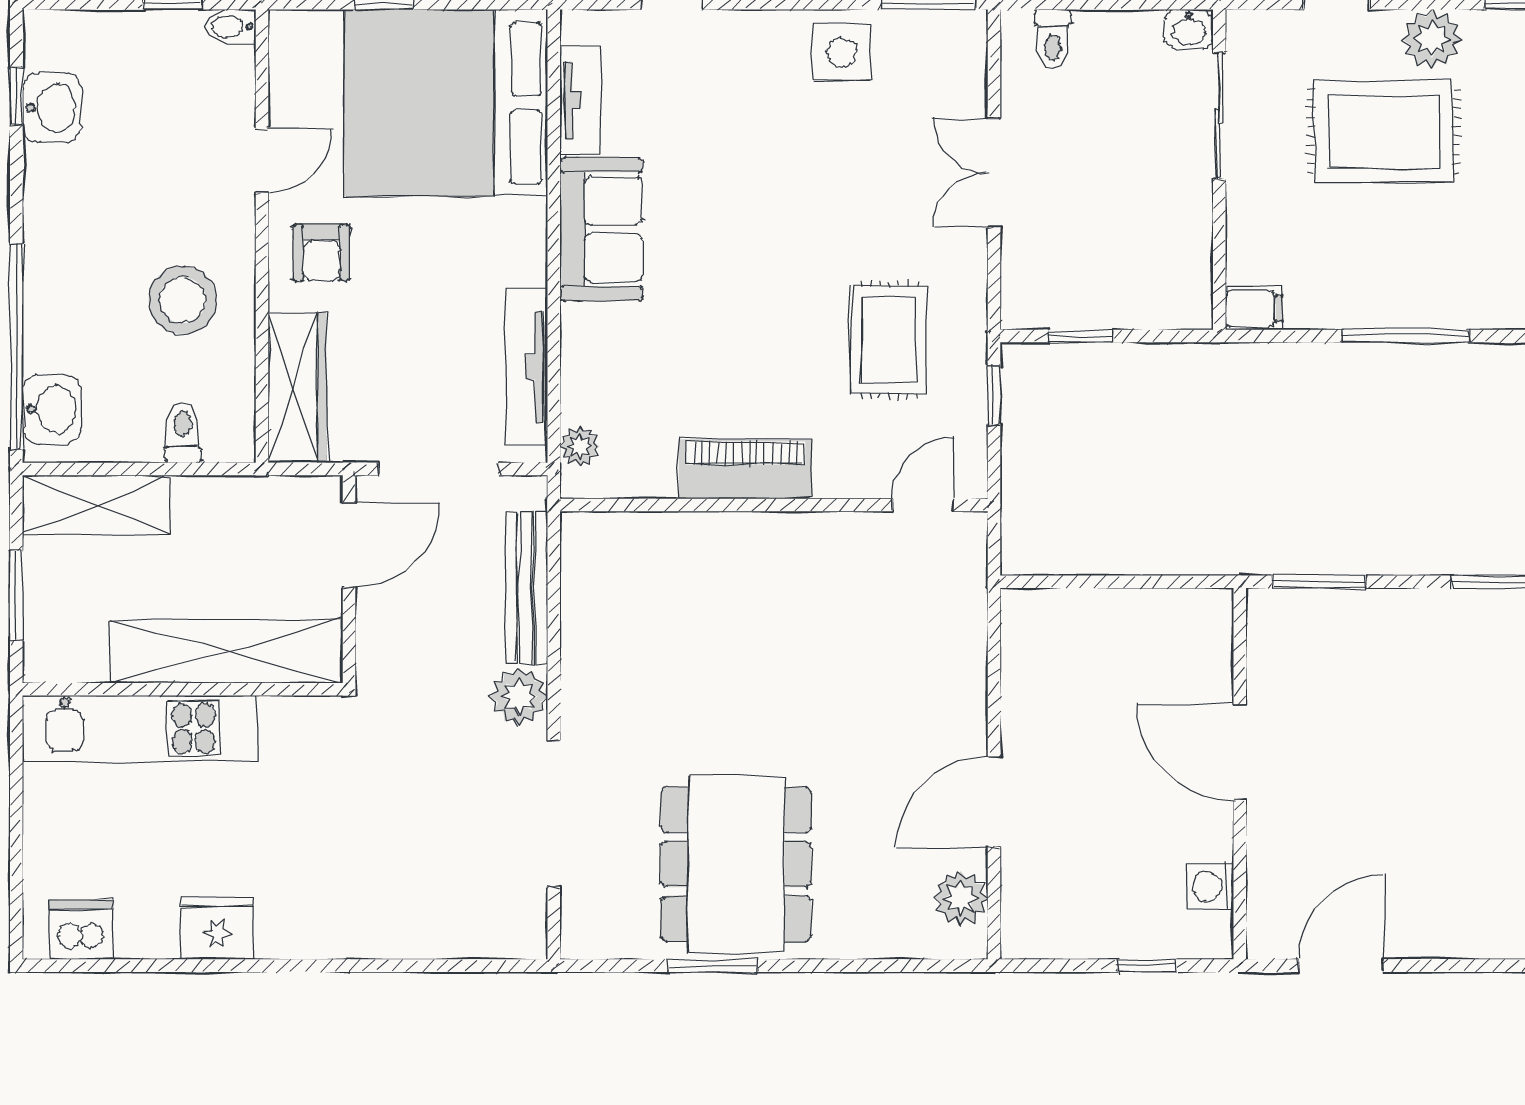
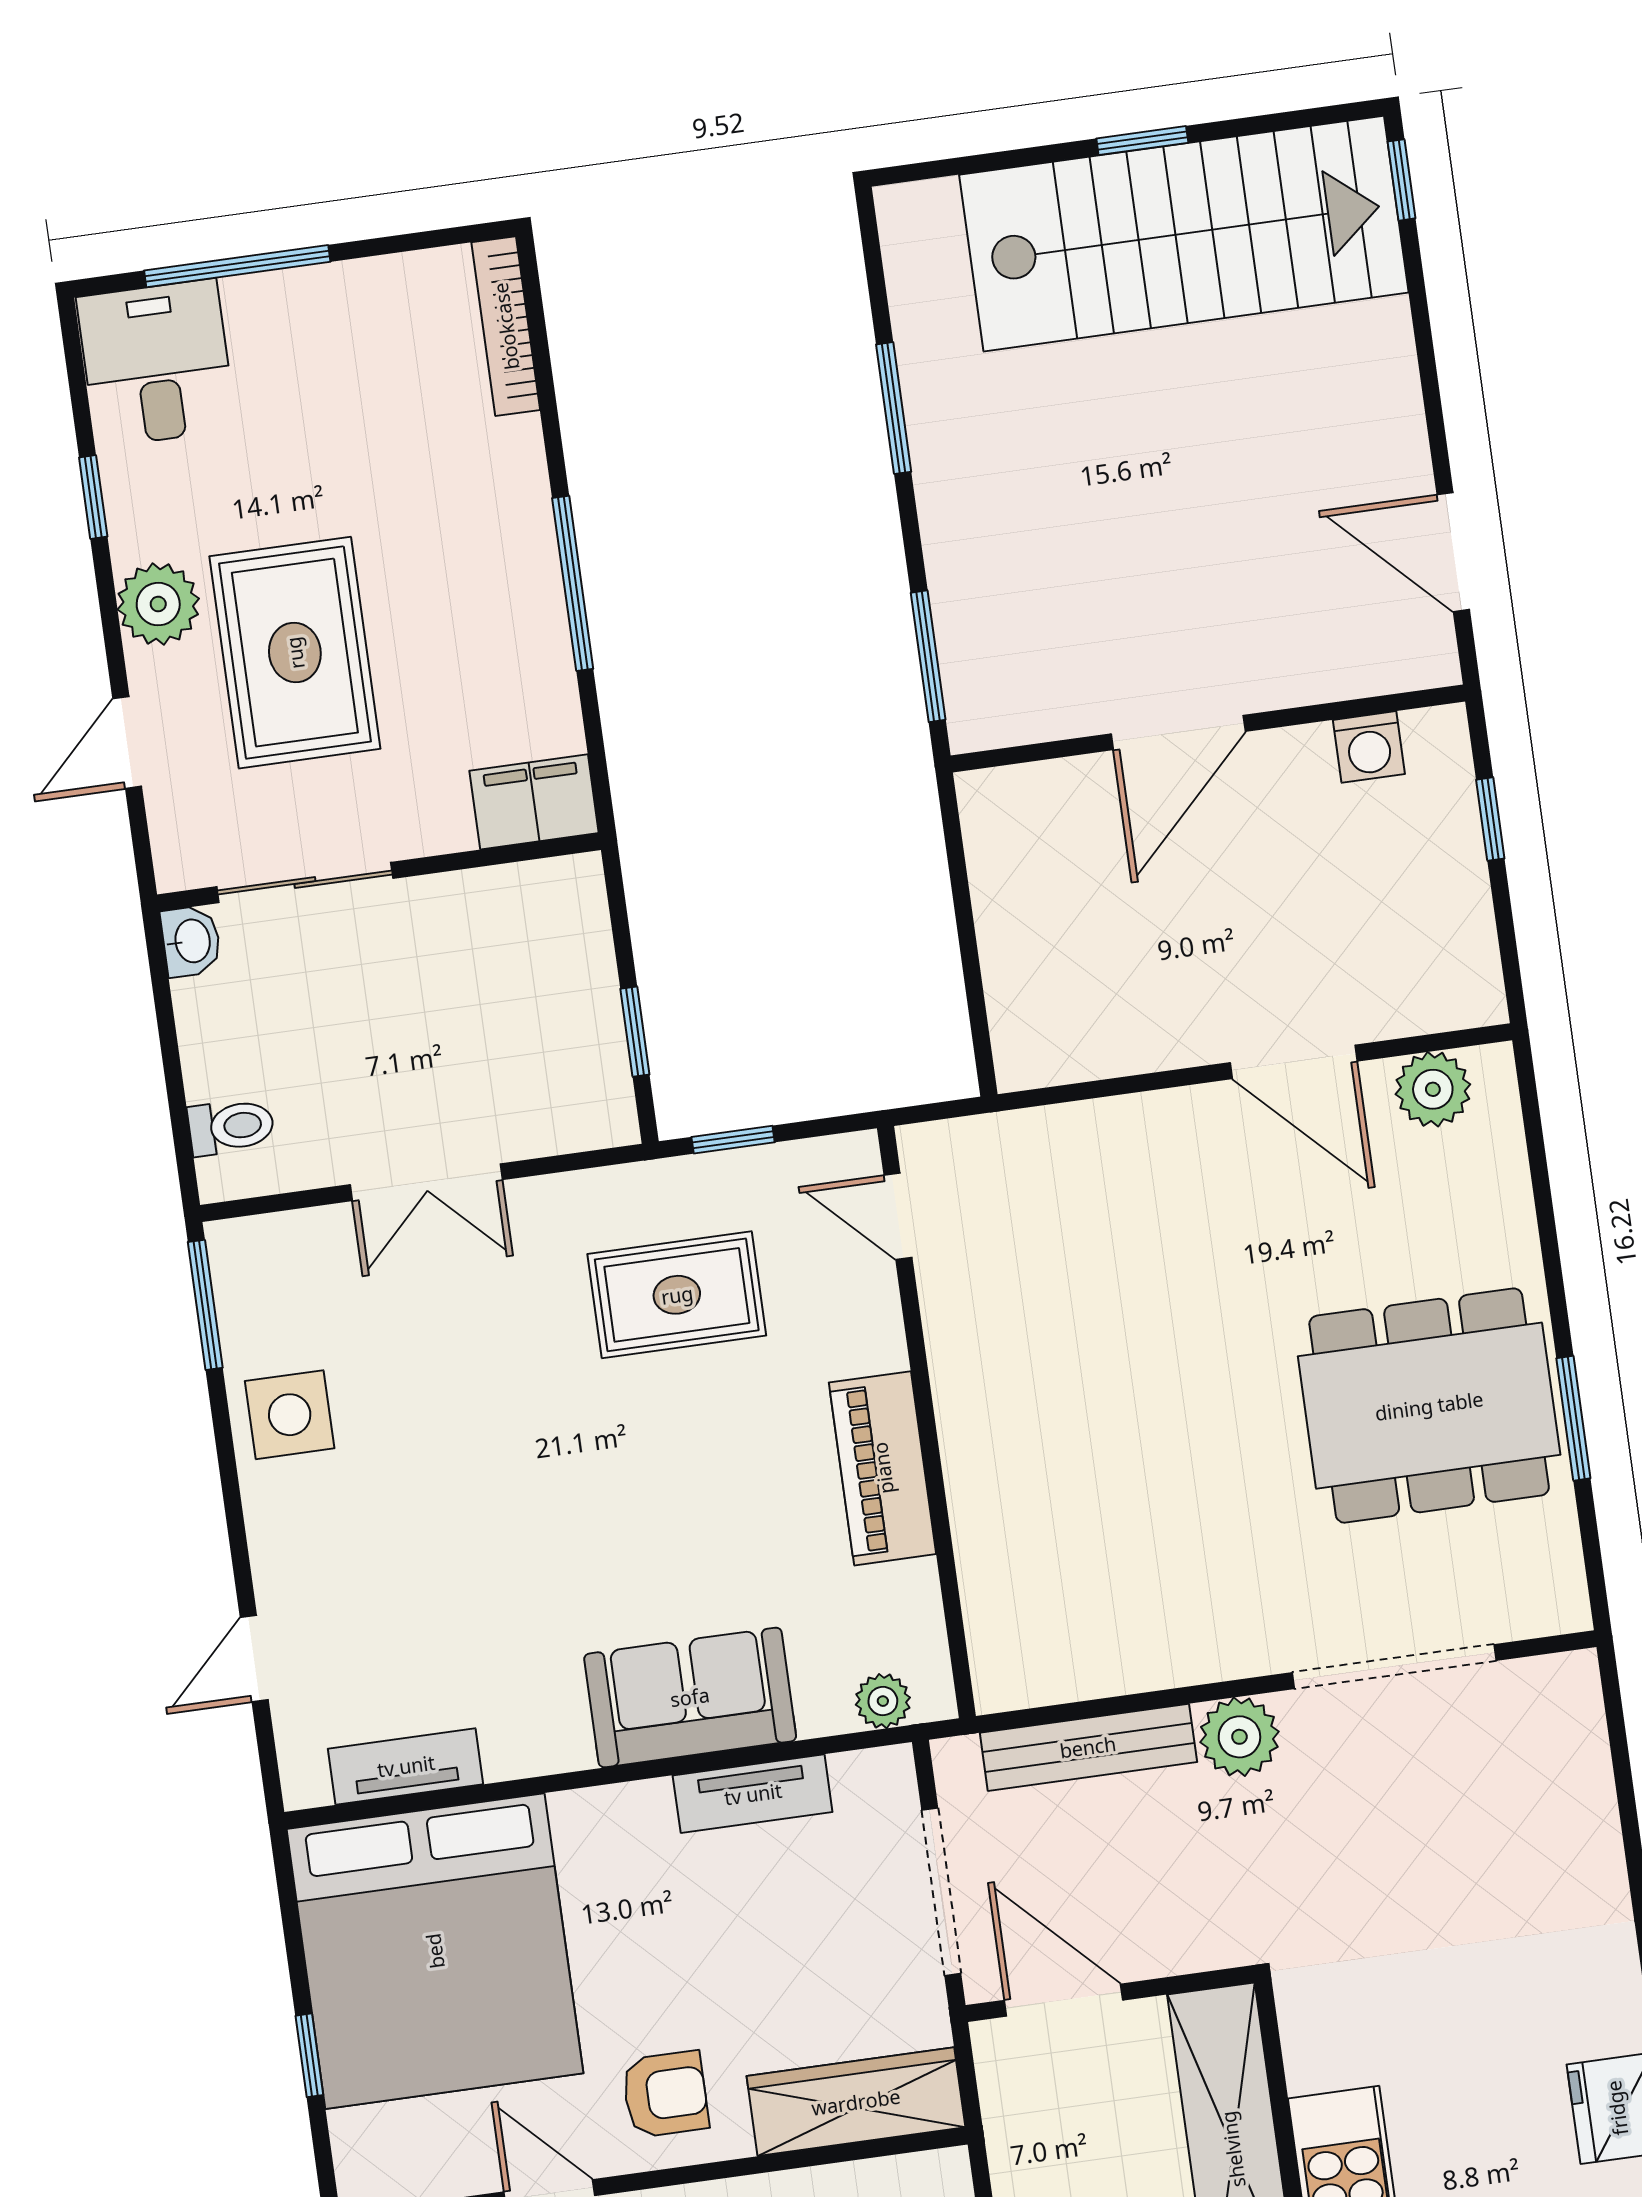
sofa: (601, 229) -> (690, 1697), moved
filing cabinet: (1254, 308) -> (534, 802), width x2.00
tv unit: (527, 367) -> (753, 1794), width x0.71

